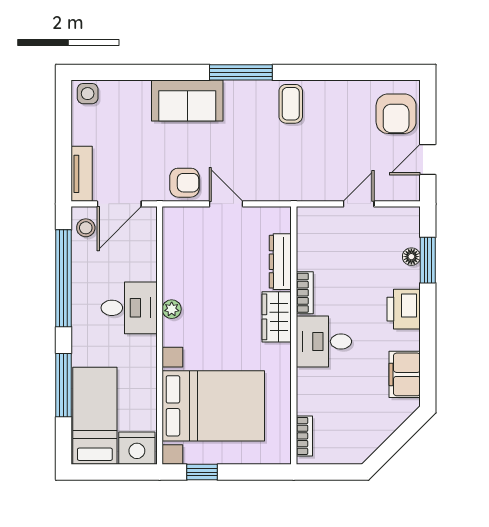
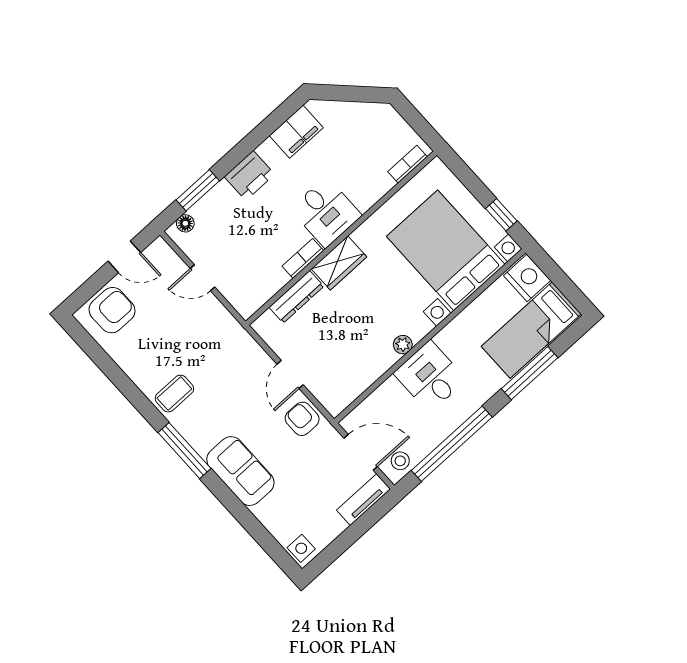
floor lamp: (411, 257) -> (185, 223), moved

